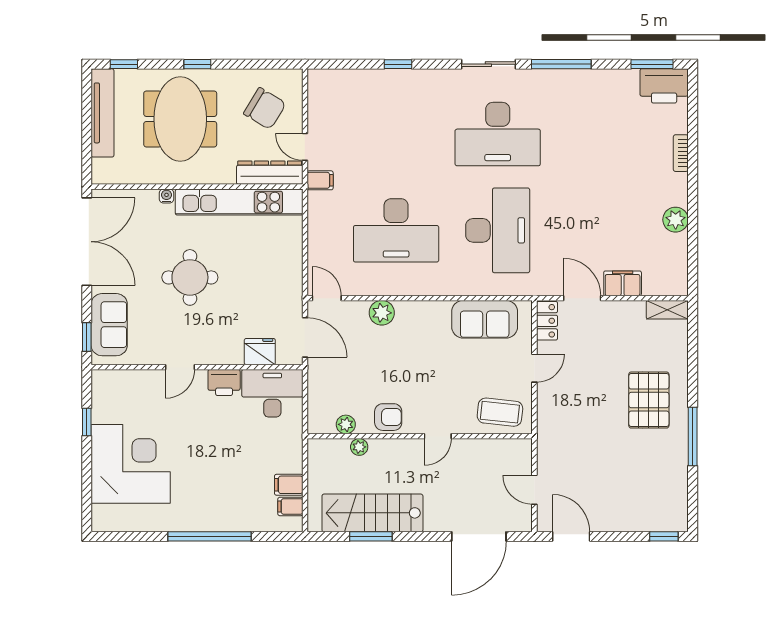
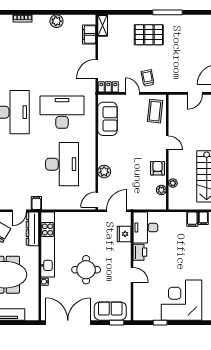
filing cabinet: (623, 283) -> (89, 34), moved
trolley: (565, 398) -> (148, 78), added

